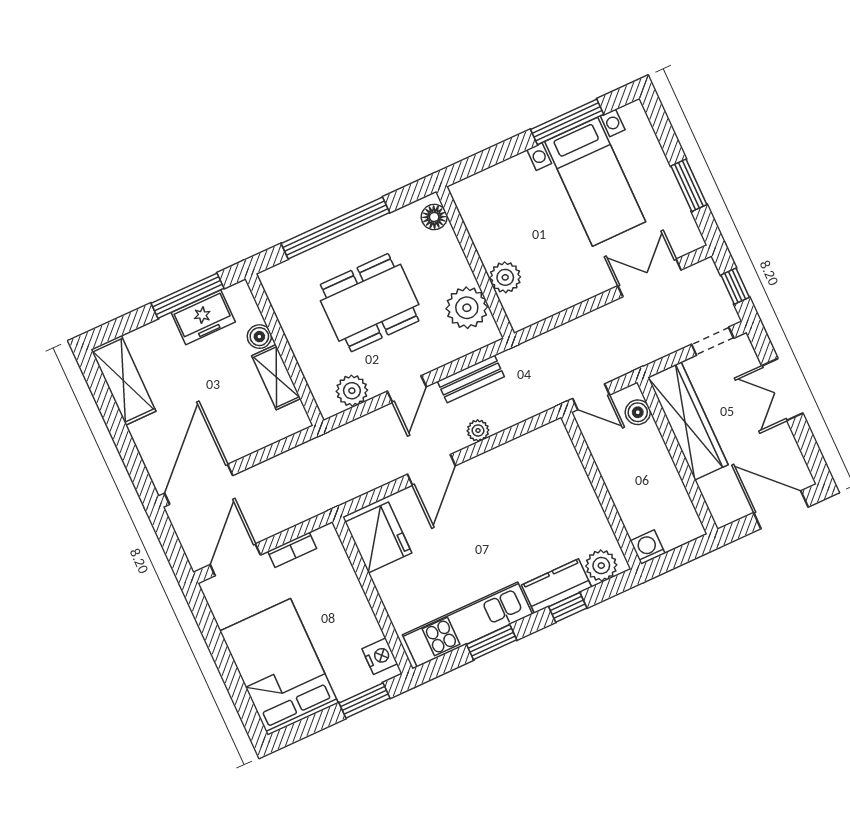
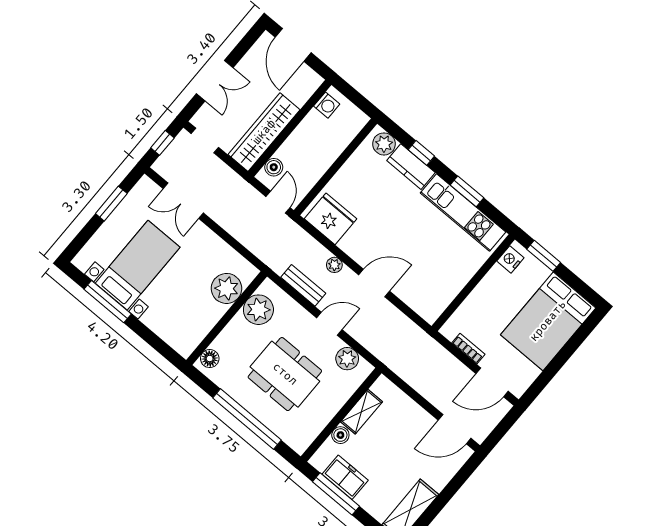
plant: (505, 277) -> (226, 288), width x1.36, depth x1.36
door: (199, 484) -> (455, 429), width x0.73
fridge: (378, 538) -> (331, 219), moved, turned 90
washing machine: (648, 547) -> (327, 105), moved, turned -90

